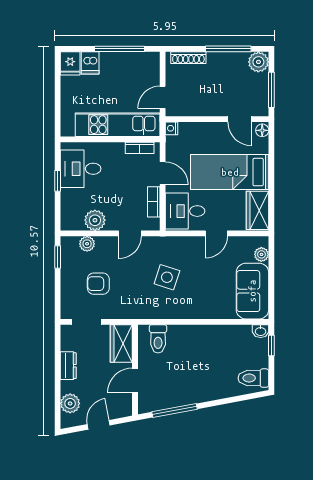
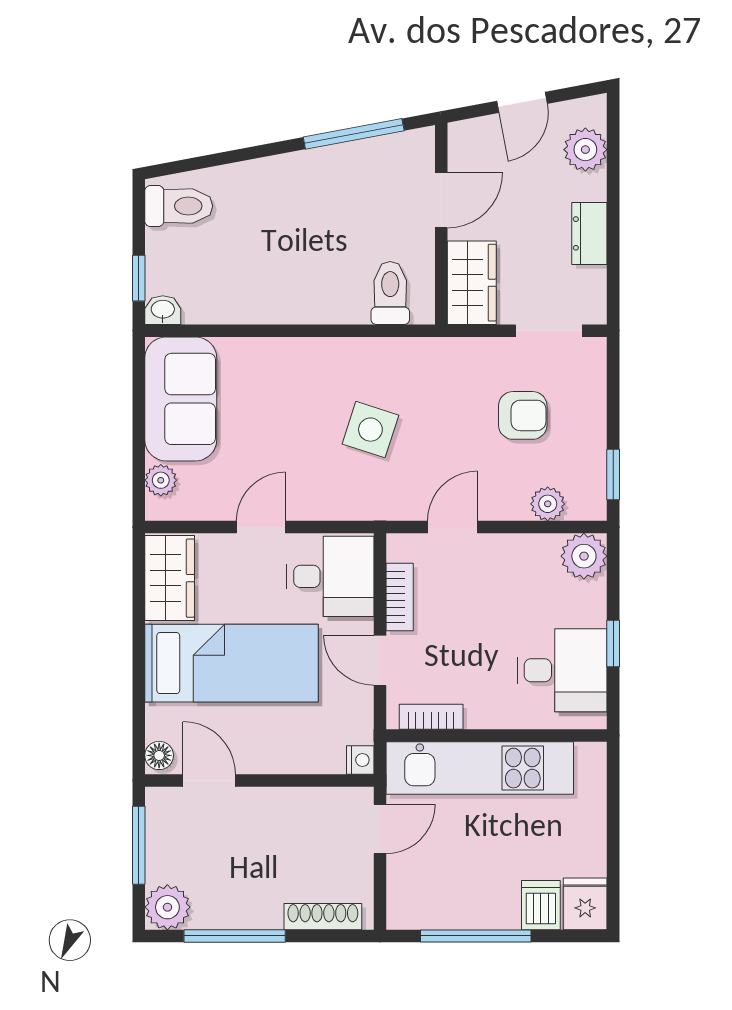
plant: (95, 220) -> (584, 556), moved

